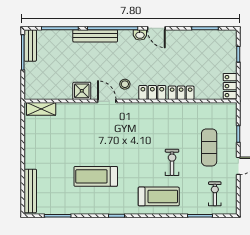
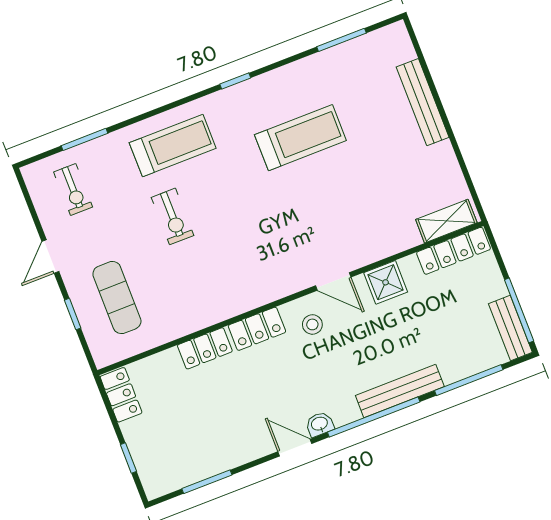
locker: (43, 93) -> (454, 251), added
exercise mat: (209, 147) -> (117, 298), moved
bench: (30, 191) -> (423, 102), moved
treadmill: (159, 196) -> (173, 145), turned 180

